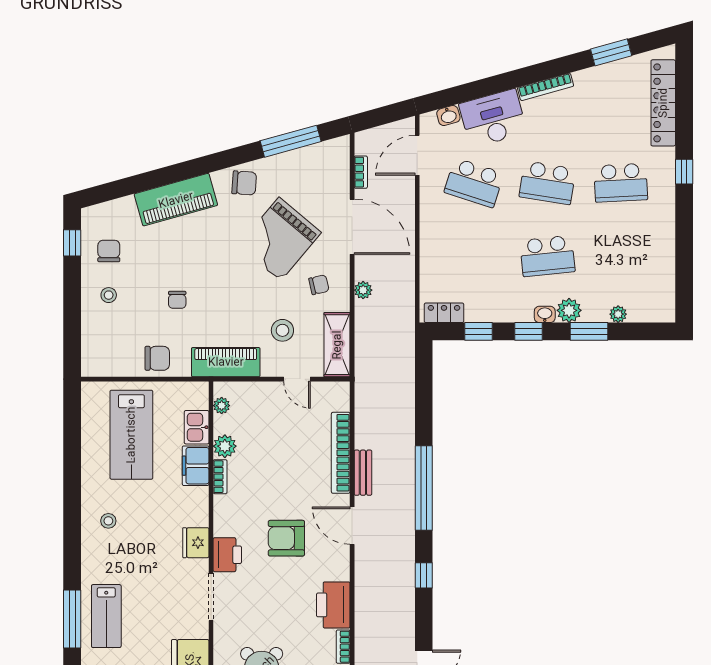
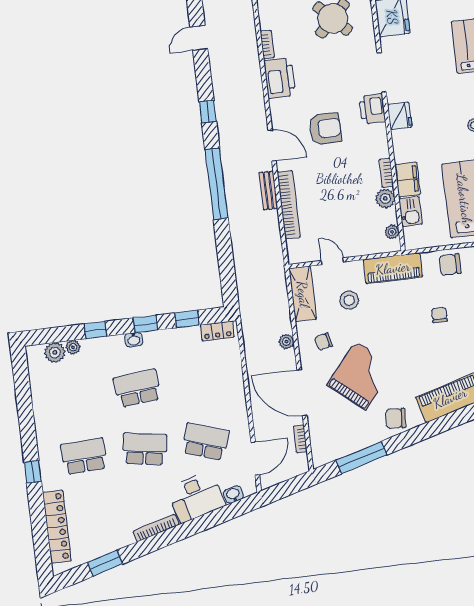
plant: (569, 310) -> (55, 353), moved
window: (589, 331) -> (95, 330), width x0.67

